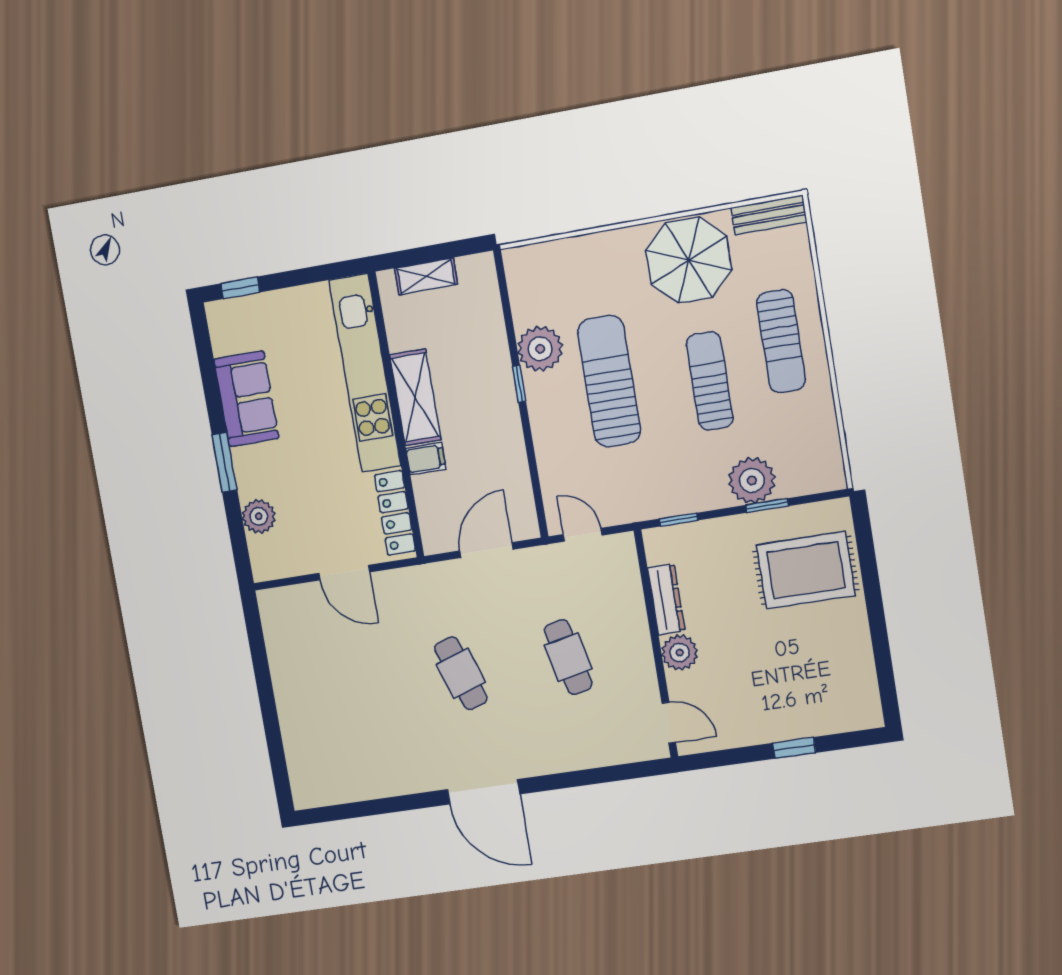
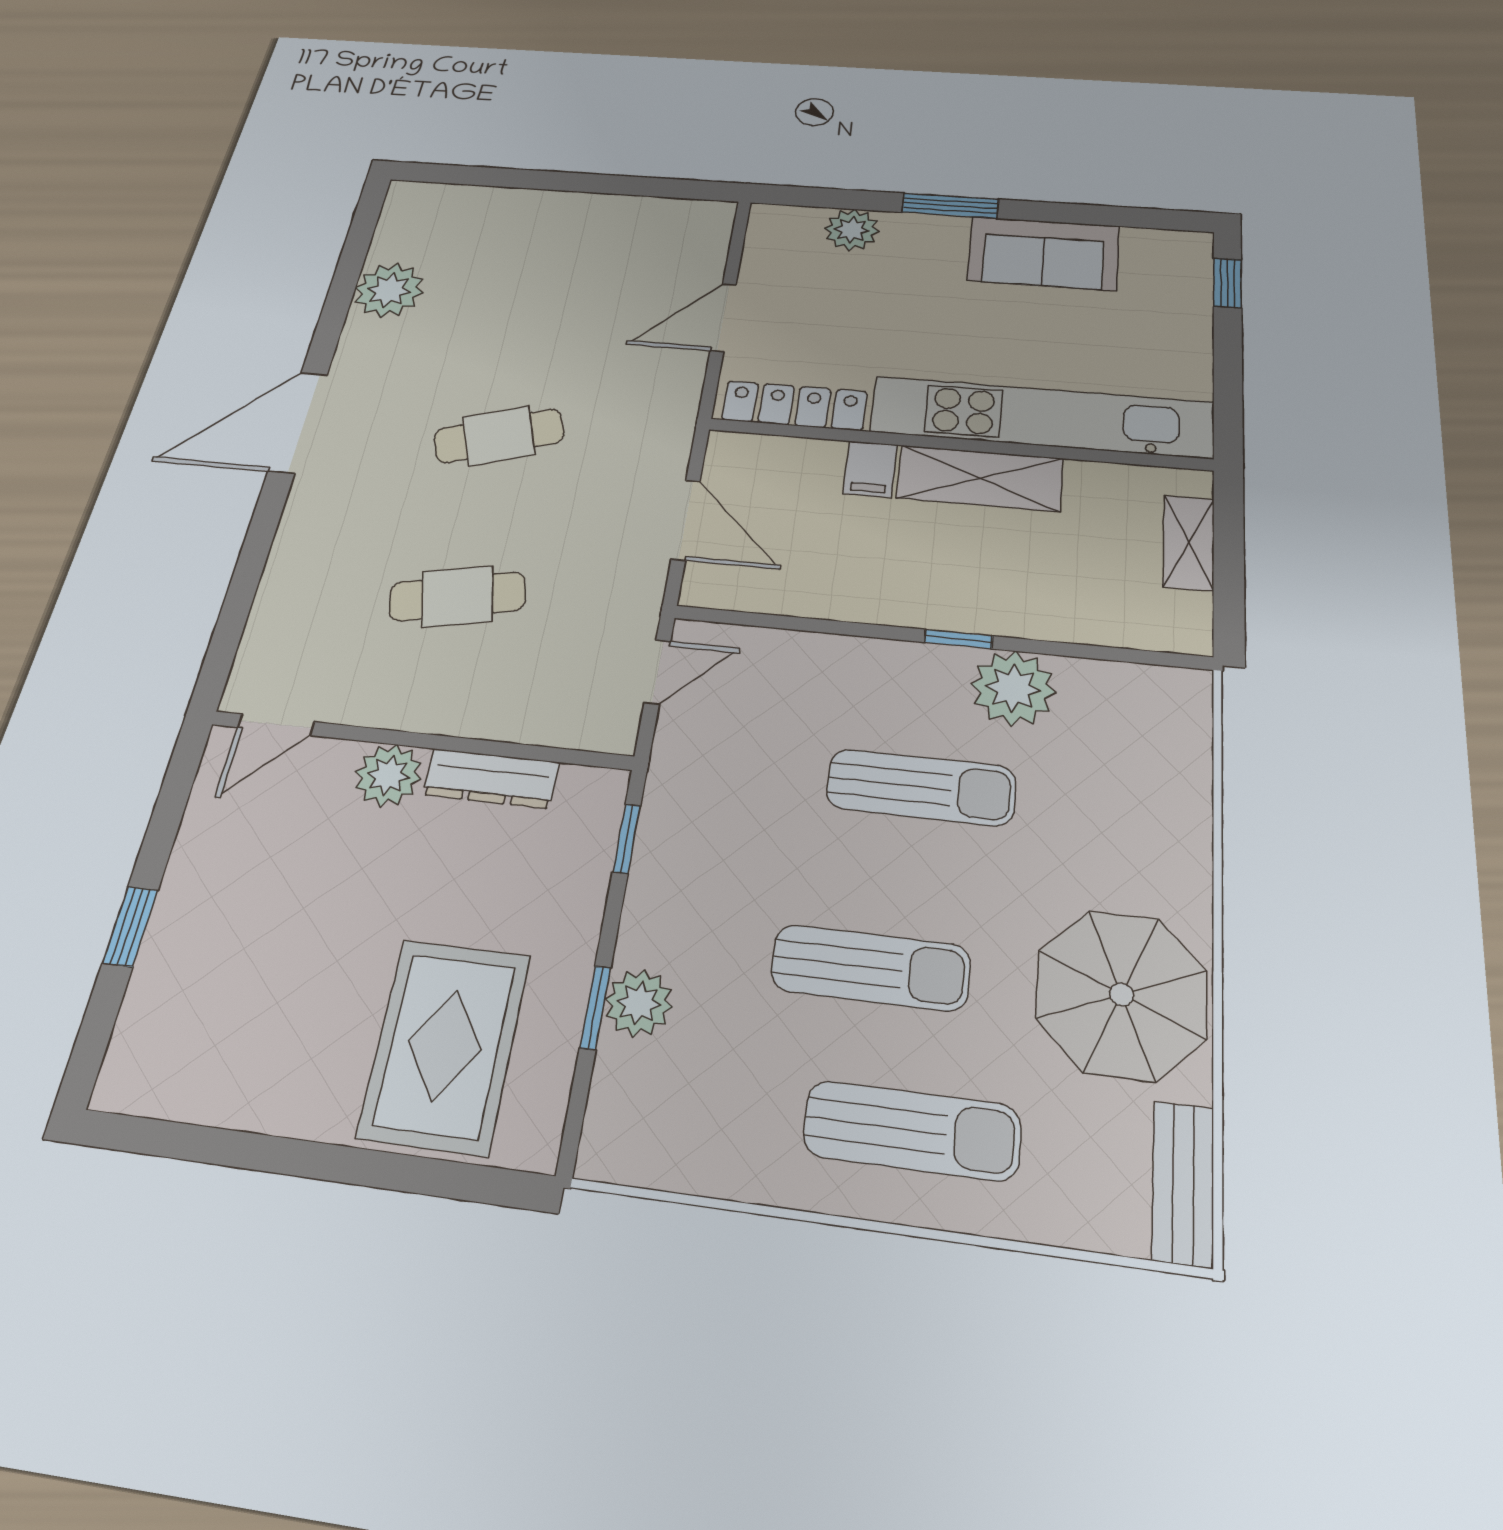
sun lounger: (781, 341) -> (912, 1130), turned 180
sun lounger: (609, 381) -> (921, 787), width x0.73, depth x0.75
plant: (752, 480) -> (639, 1003), width x0.73, depth x0.73
plant: (378, 777) -> (389, 290), added

